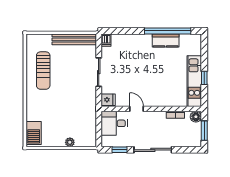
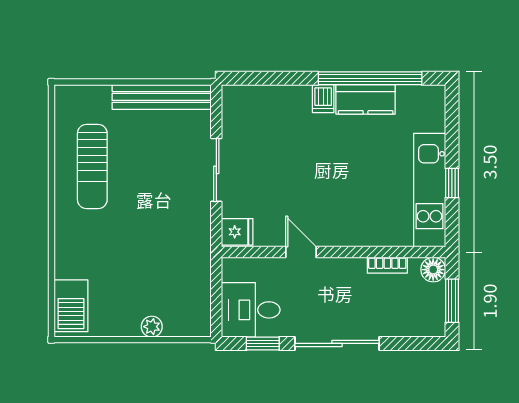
dishwasher: (106, 40) -> (323, 99), moved
desk: (114, 123) -> (251, 310), moved

